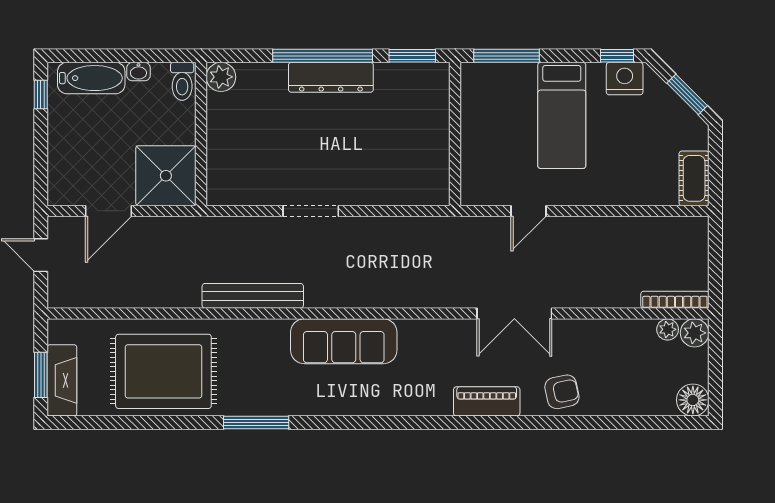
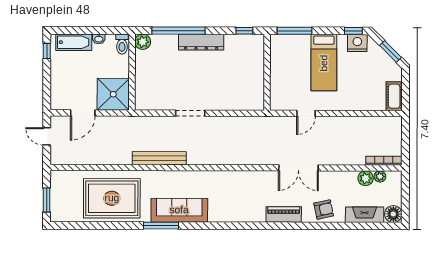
window: (323, 56) -> (178, 31), moved
window: (412, 56) -> (244, 31), width x0.67
plant: (695, 333) -> (366, 178), moved
sofa: (344, 341) -> (179, 210), moved, turned 180
fireplace: (62, 380) -> (365, 215), moved, turned -90

